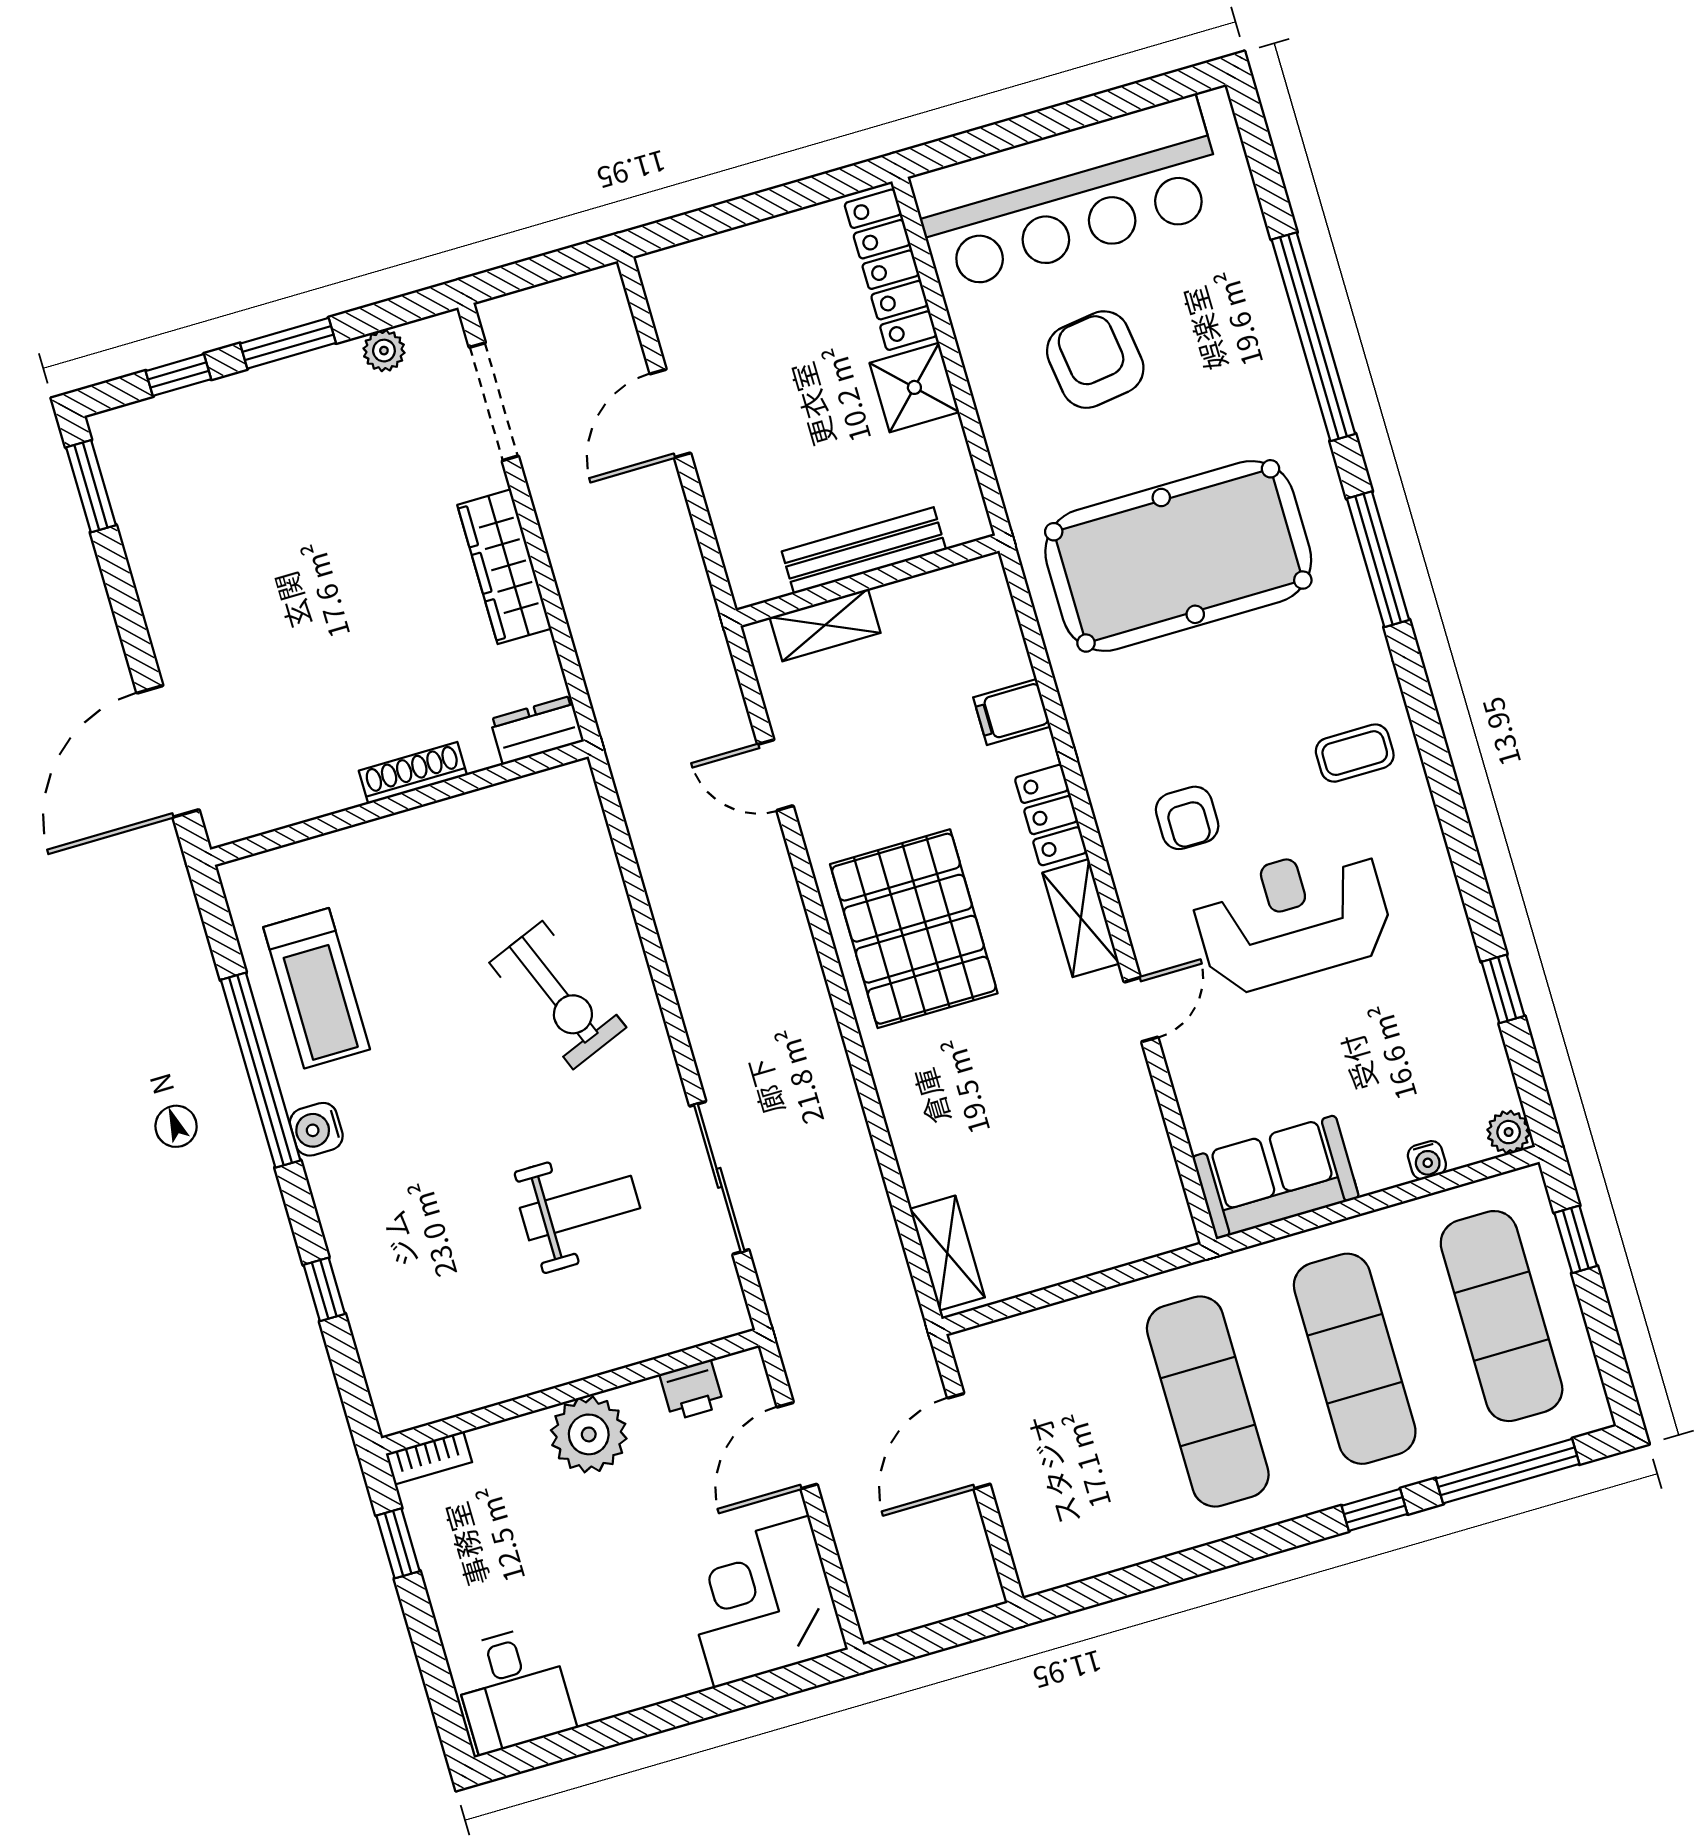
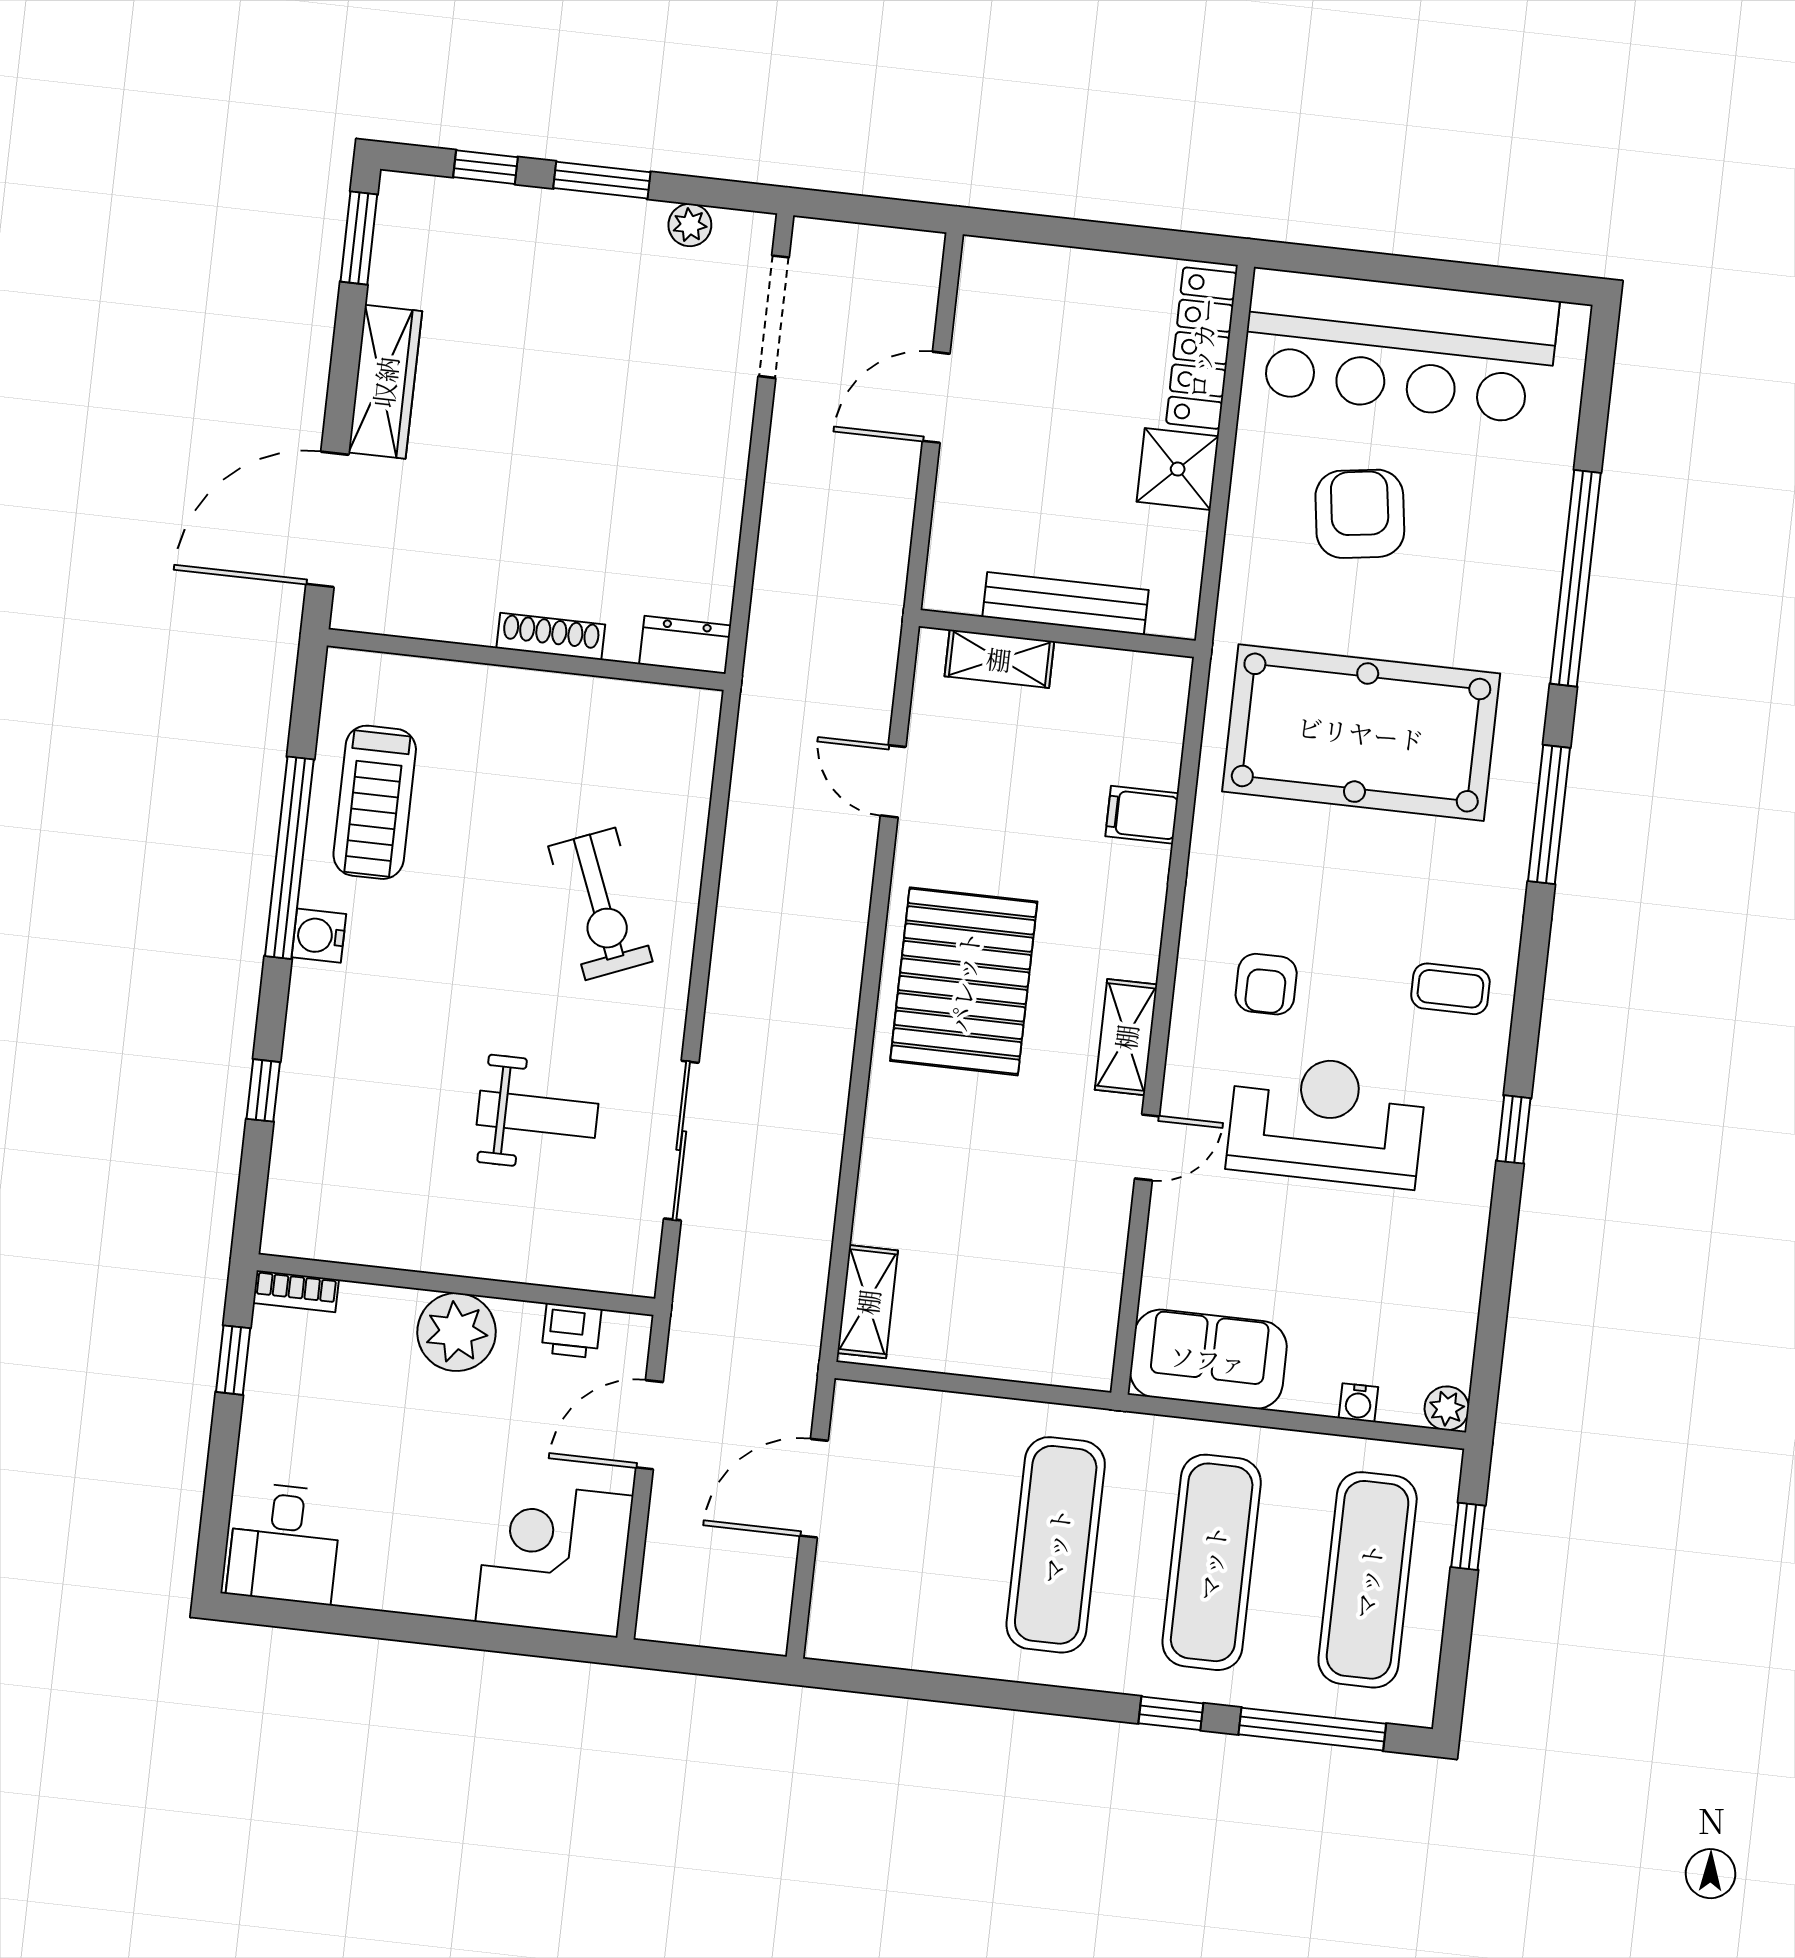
wardrobe: (504, 567) -> (385, 382), moved, turned 180
locker: (1051, 815) -> (1138, 928), removed
window: (1503, 989) -> (1514, 1129), moved

